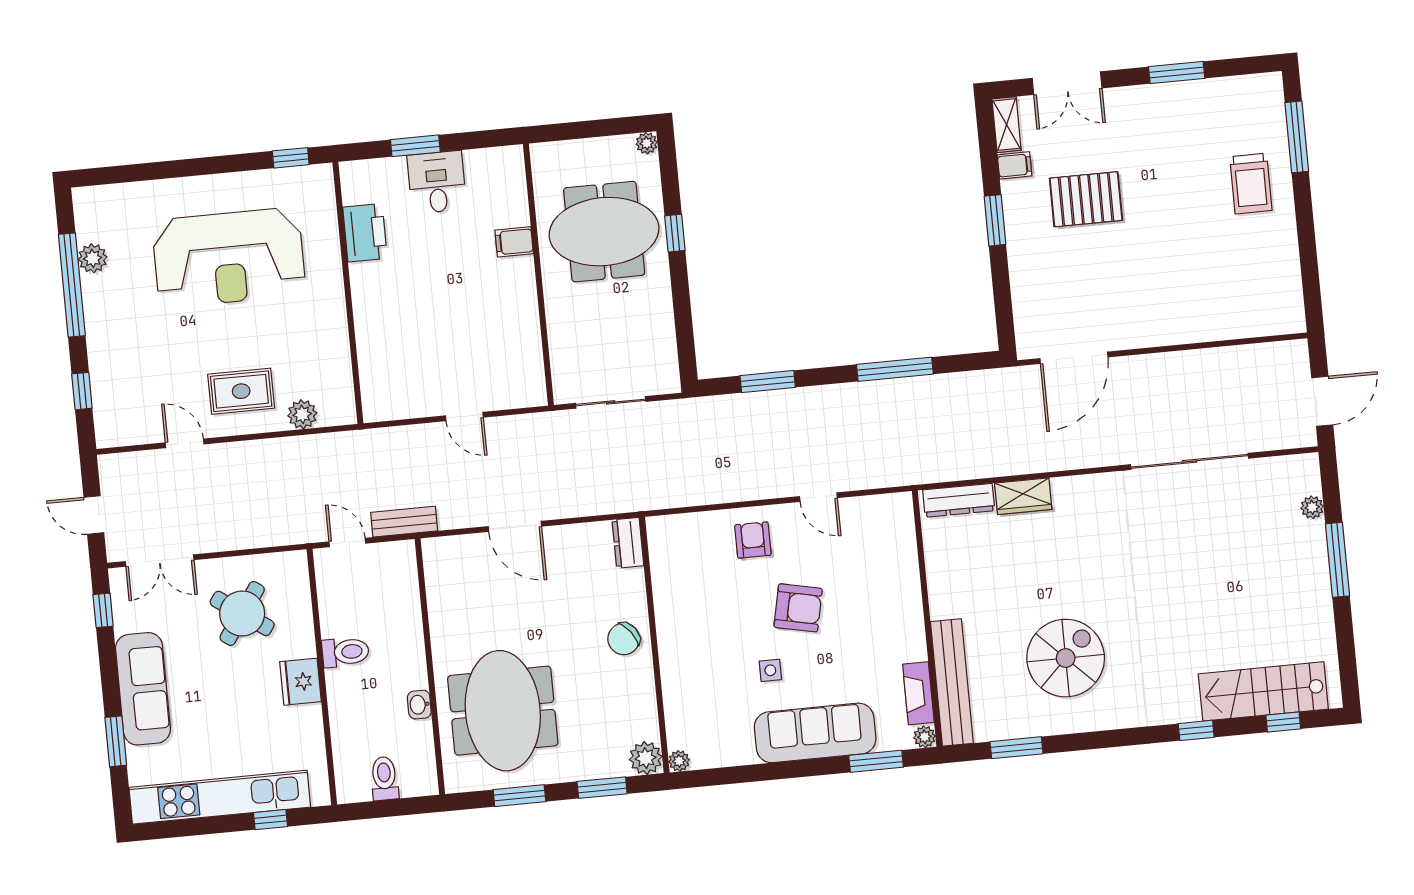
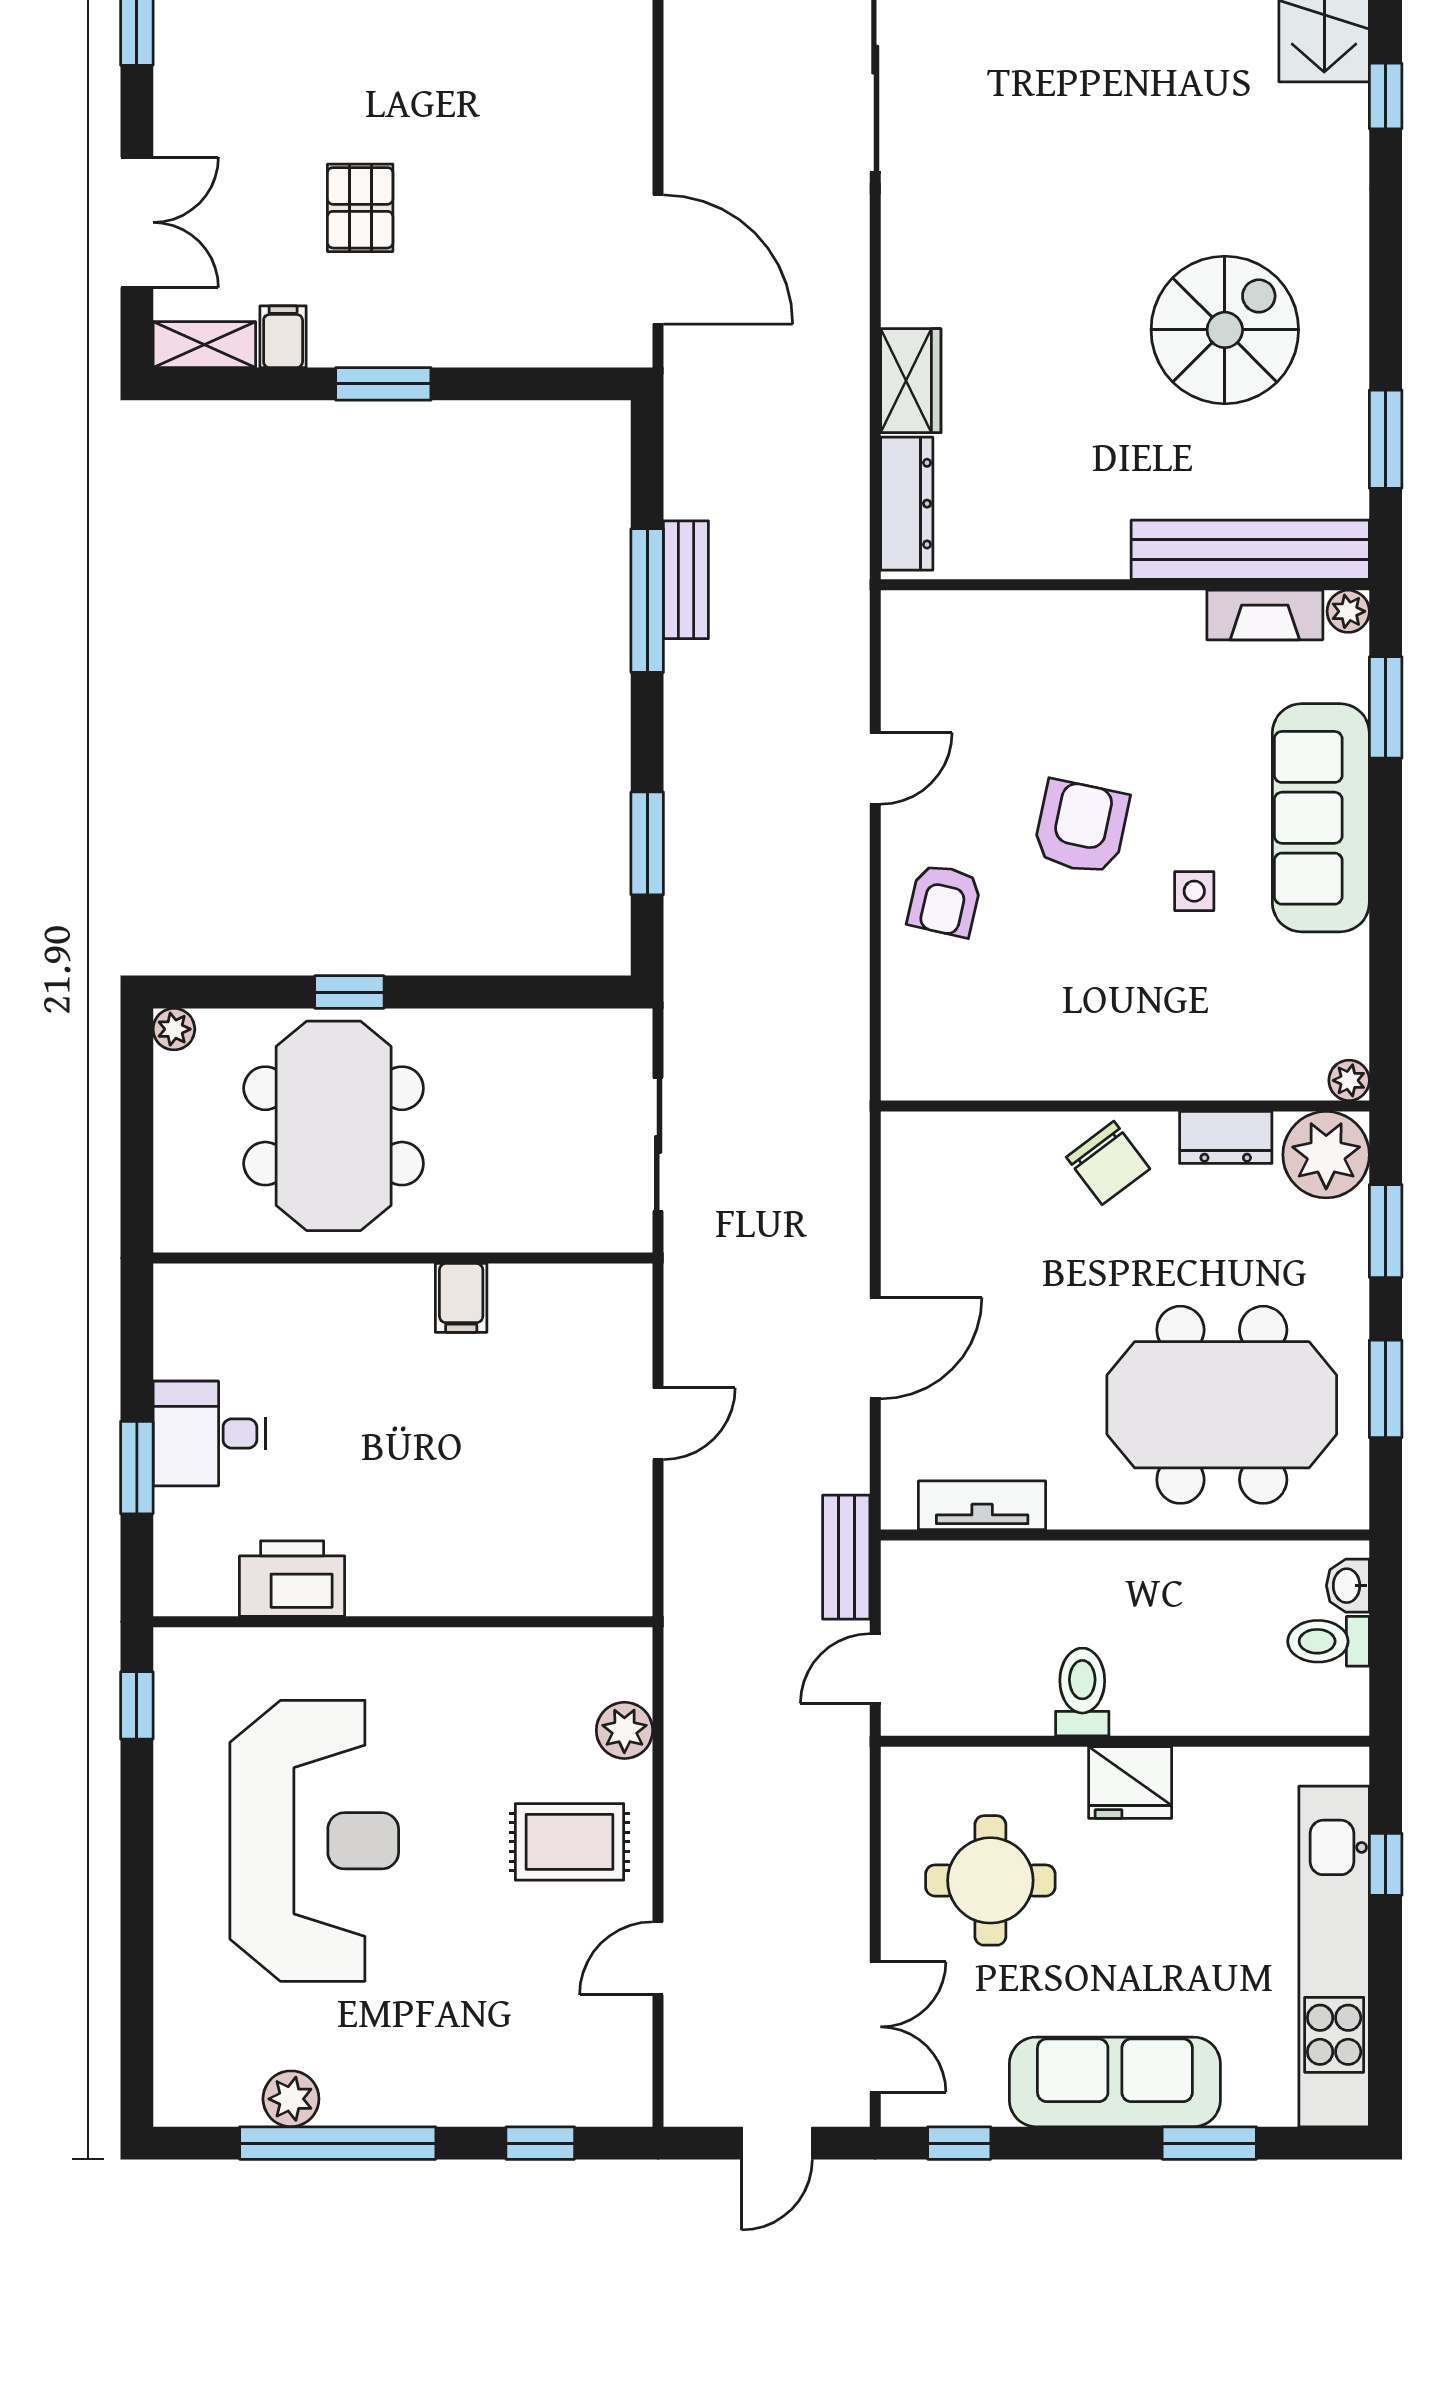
pallet: (1086, 199) -> (360, 208), width x0.67, depth x0.71
filing cabinet: (514, 242) -> (461, 1298), moved
bench: (908, 389) -> (686, 580), added
rug: (241, 391) -> (570, 1842), turned 90
armchair: (753, 540) -> (944, 900), turned -77
dresser: (628, 543) -> (1226, 1137), moved
tv unit: (438, 590) -> (982, 1505), added
round table: (242, 613) -> (990, 1880), turned -35
spiral stairs: (1066, 658) -> (1225, 330), turned 90
washbasin: (419, 705) -> (1348, 1586), moved, turned 90
plant: (646, 758) -> (1326, 1155), width x1.36, depth x1.36

